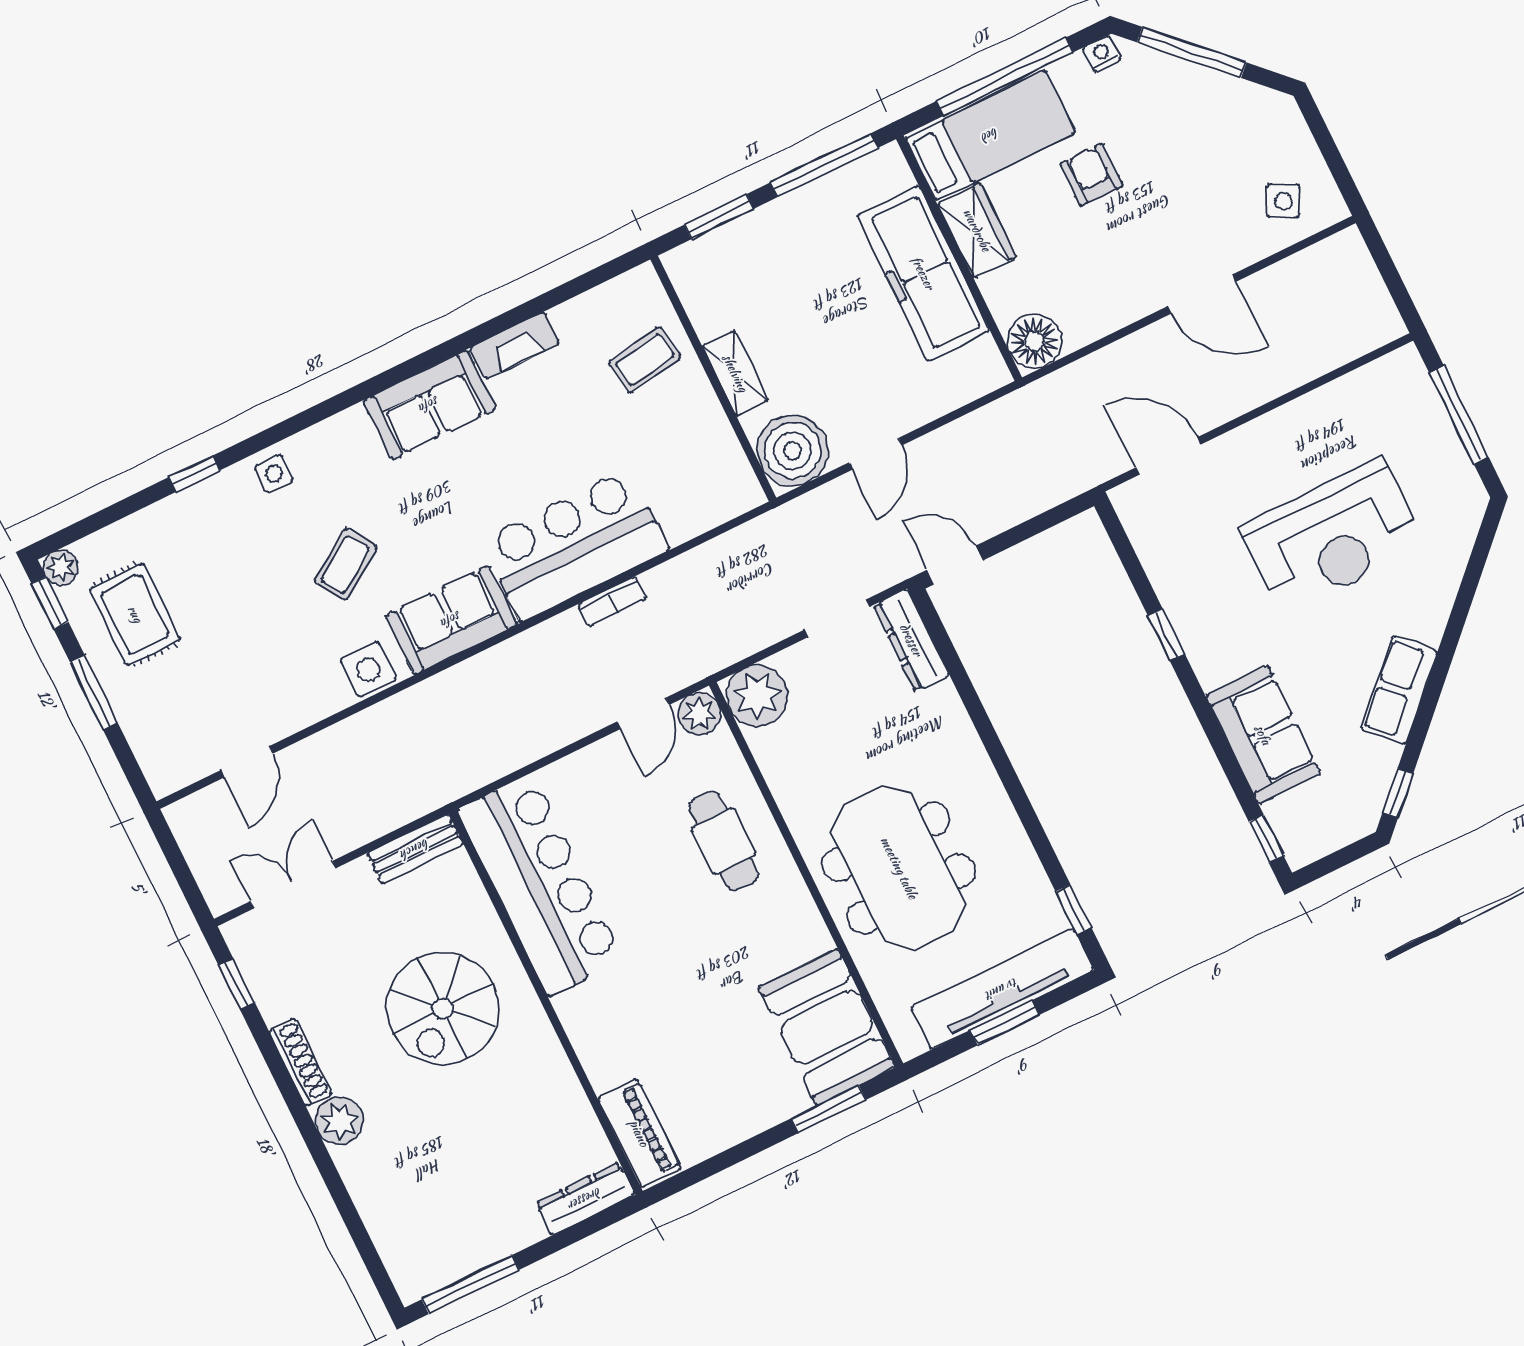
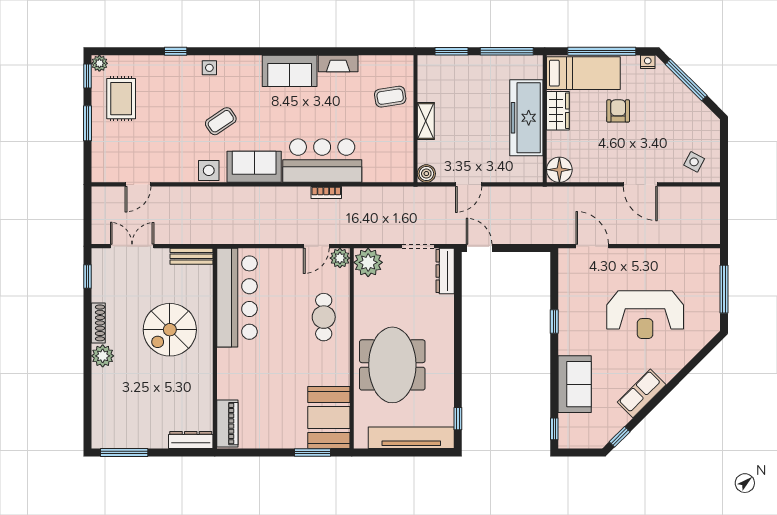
boiler: (792, 451) -> (426, 174), width x0.54, depth x0.54
window: (1005, 1023) -> (405, 453), removed

